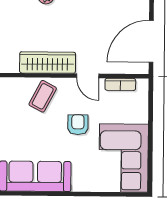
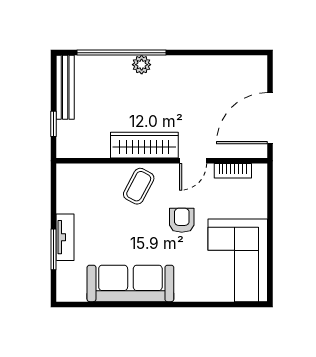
door: (88, 76) -> (193, 161), hinge flipped

